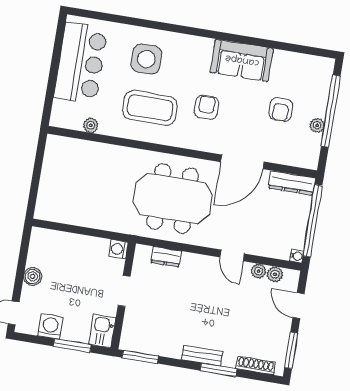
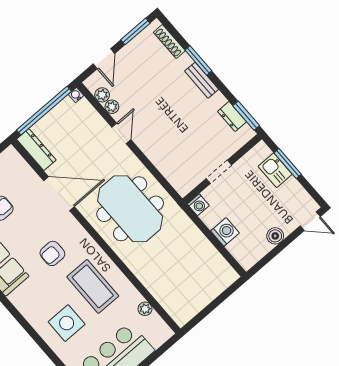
dresser: (166, 257) -> (232, 116), moved, turned 180
washing machine: (50, 327) -> (225, 232), moved, turned 180
kitchen sink: (102, 331) -> (275, 170), moved, turned 90

